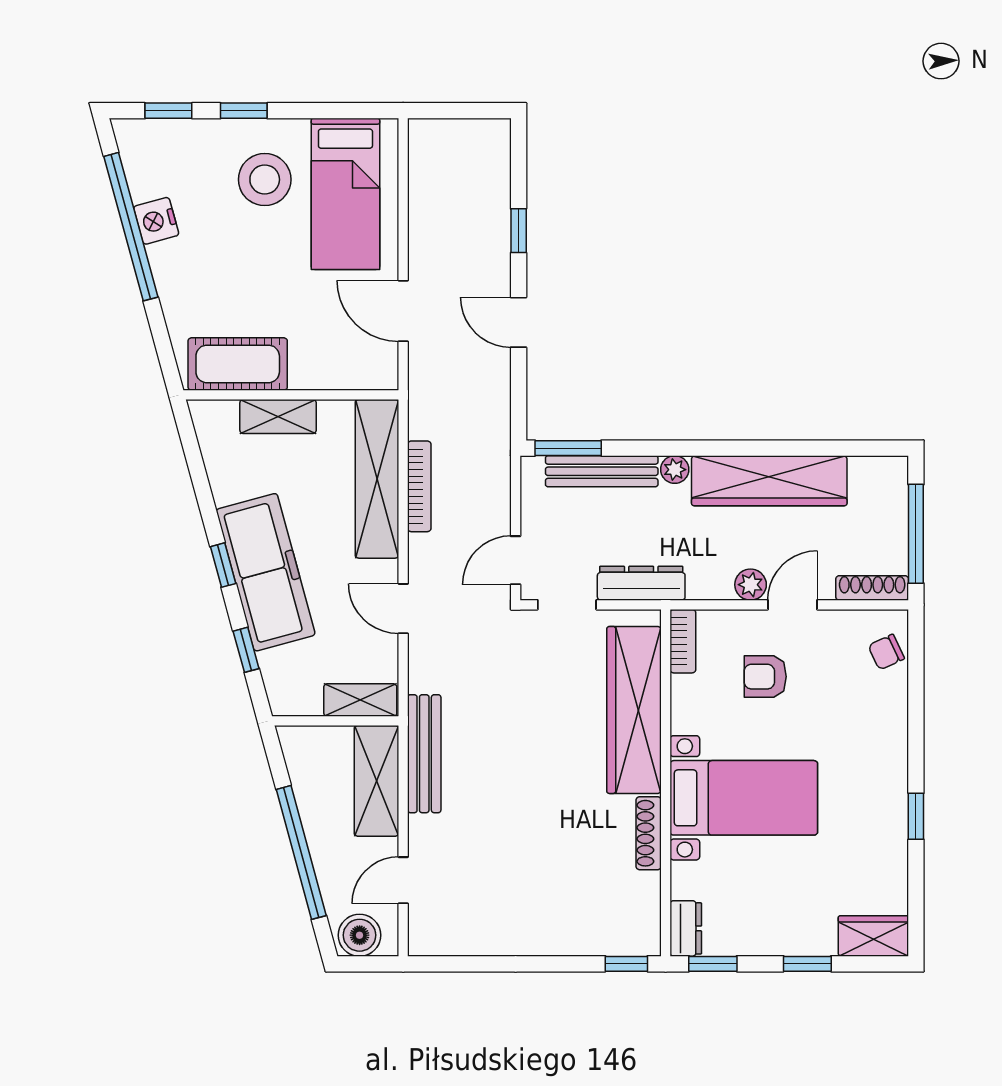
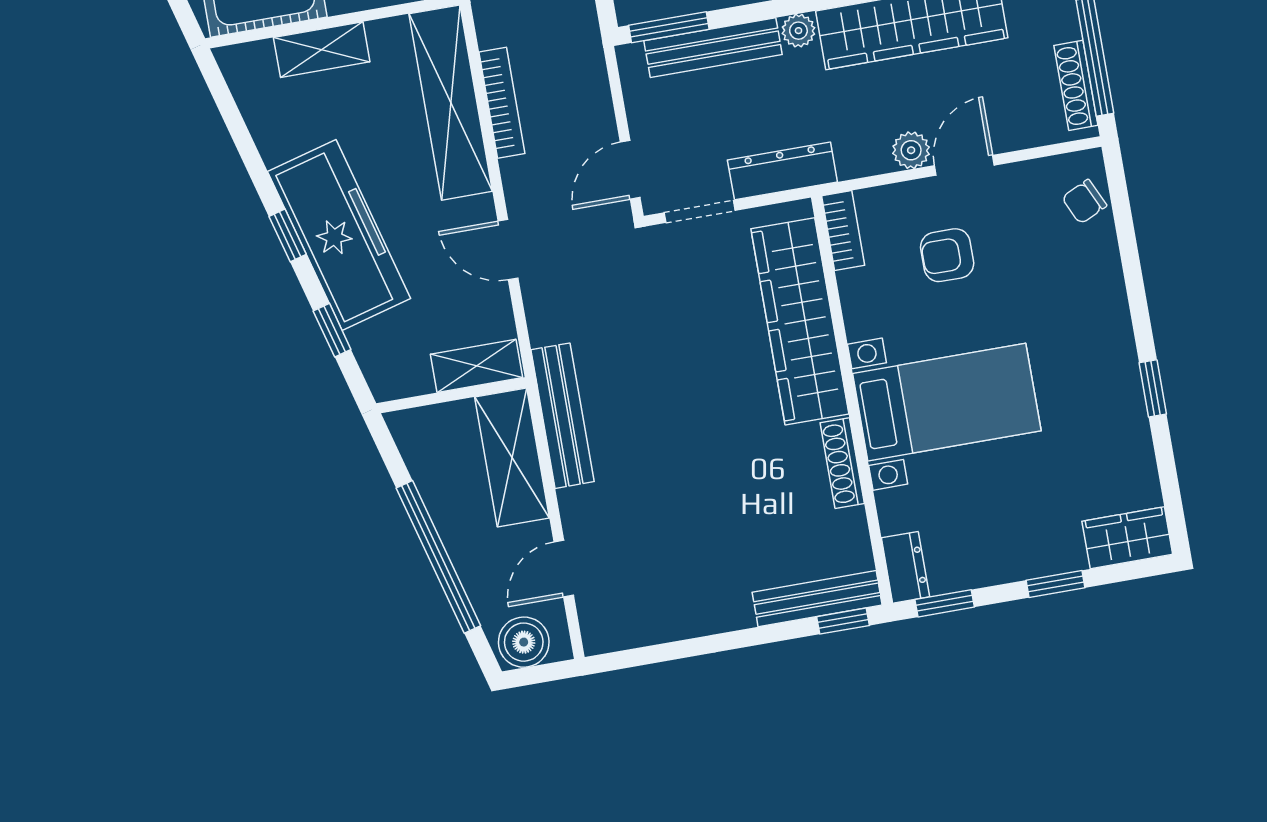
shoe rack: (872, 588) -> (1076, 85), moved, turned -90
bench: (608, 942) -> (817, 599), added

